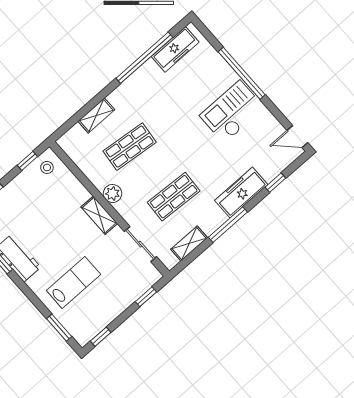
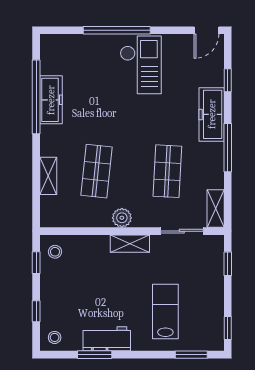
freezer: (175, 49) -> (51, 100), moved
checkout: (232, 112) -> (141, 65), turned 180
shelving: (189, 244) -> (216, 209), moved

